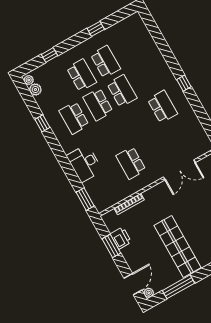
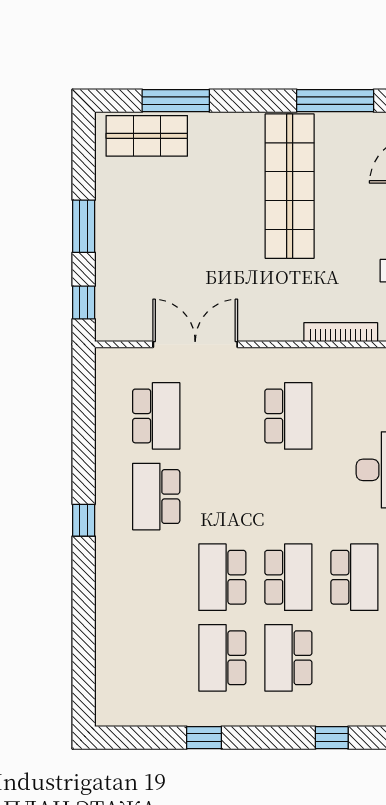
school desk: (179, 136) -> (156, 416), added

